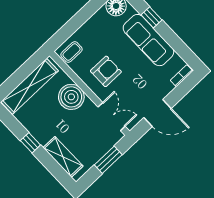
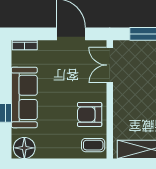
armchair: (106, 71) -> (90, 114), moved
boiler: (71, 97) -> (127, 110), removed

